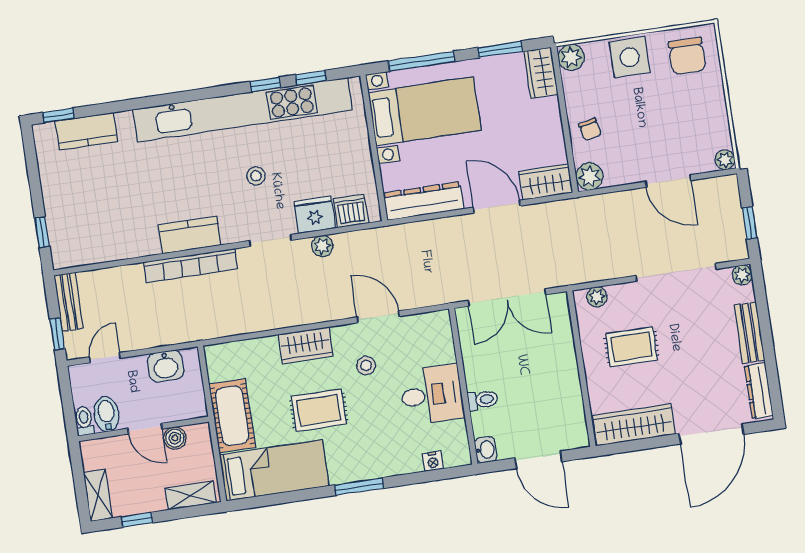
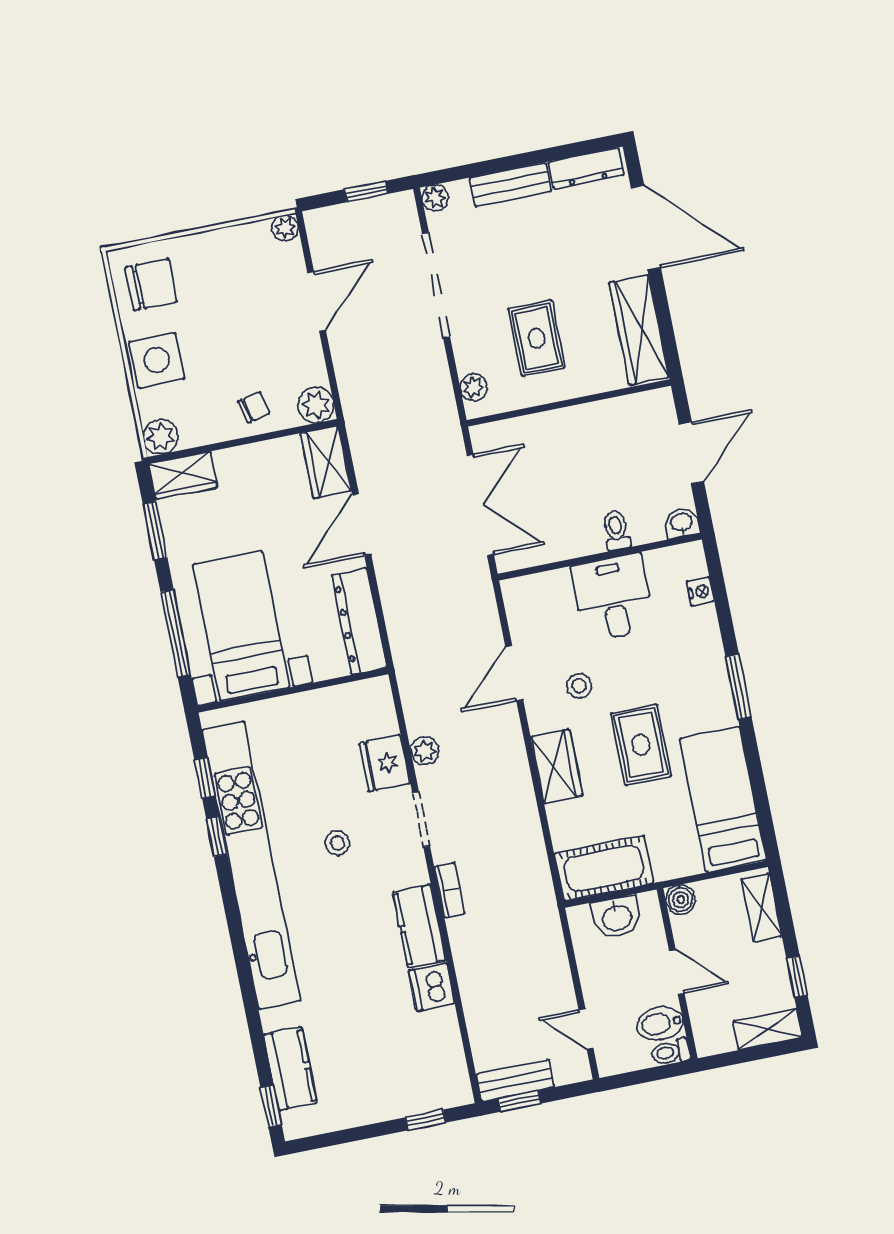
dishwasher: (351, 211) -> (432, 987), moved
bookcase: (190, 266) -> (449, 890), width x0.43, depth x0.76
window: (57, 334) -> (520, 1101), moved
washbasin: (166, 366) -> (617, 917), moved, turned 90
cot: (232, 416) -> (604, 868), moved
door: (145, 429) -> (677, 972), hinge flipped
boiler: (175, 438) -> (681, 900), moved

